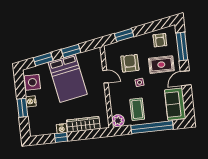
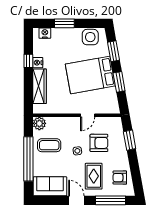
nightstand: (31, 101) -> (45, 33), moved

